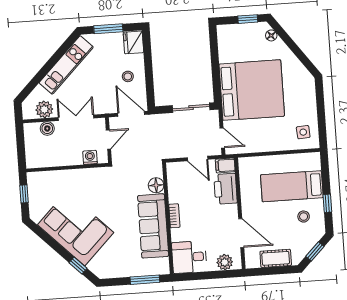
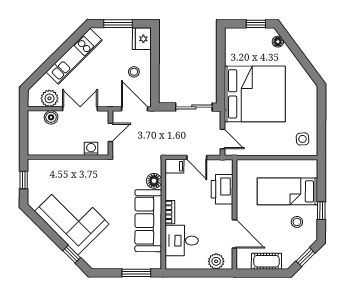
filing cabinet: (225, 165) -> (174, 166), moved, turned 180
desk: (189, 257) -> (182, 241), moved

